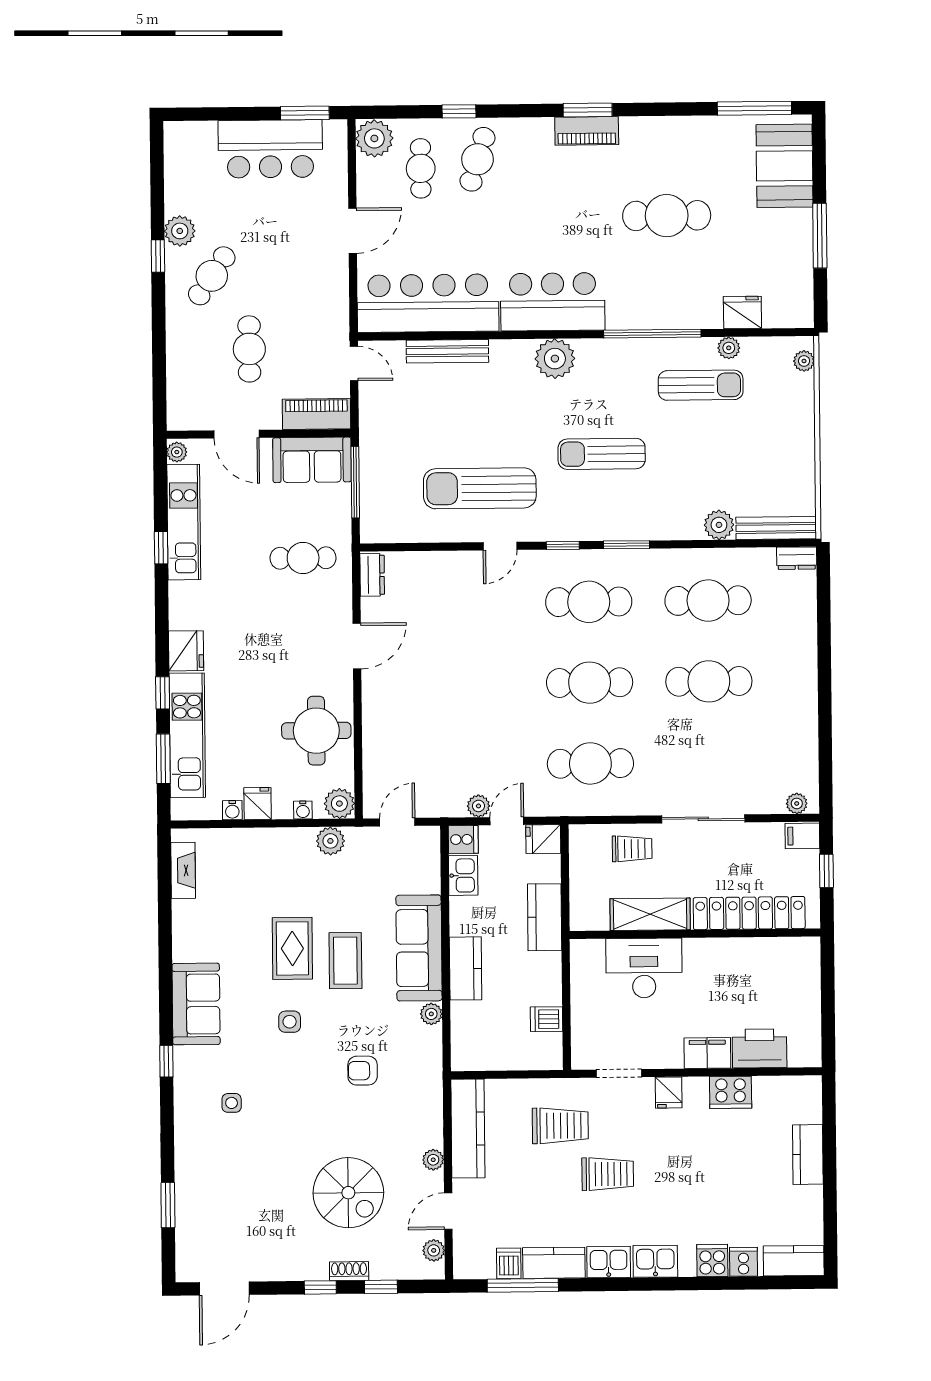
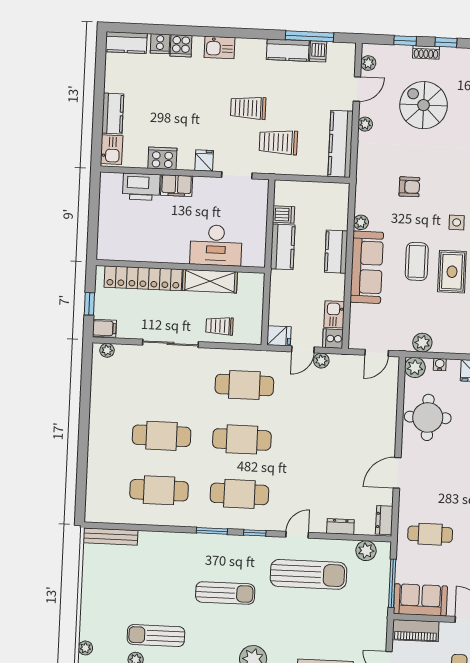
plant: (719, 525) -> (366, 551), moved
dresser: (797, 558) -> (340, 526), moved
kitchen counter: (545, 917) -> (283, 247), moved
kitchen sink: (609, 1262) -> (112, 150), moved, turned -90

